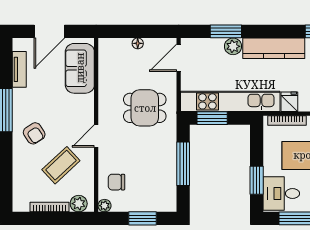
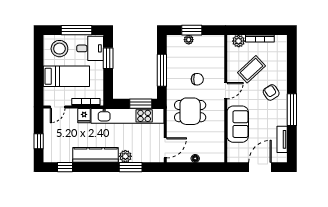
sofa: (80, 68) -> (238, 124), moved
chair: (116, 182) -> (197, 79), moved
plant: (105, 206) -> (189, 40), moved

